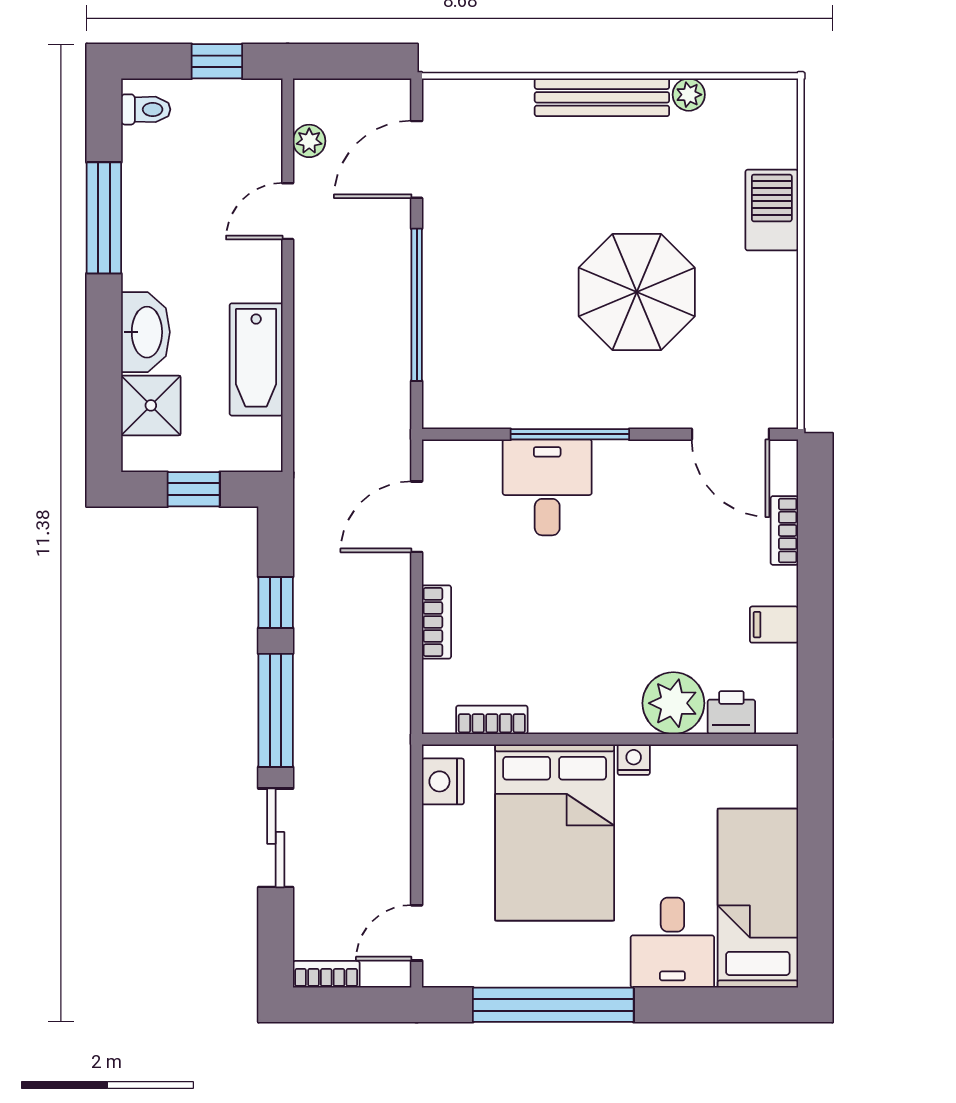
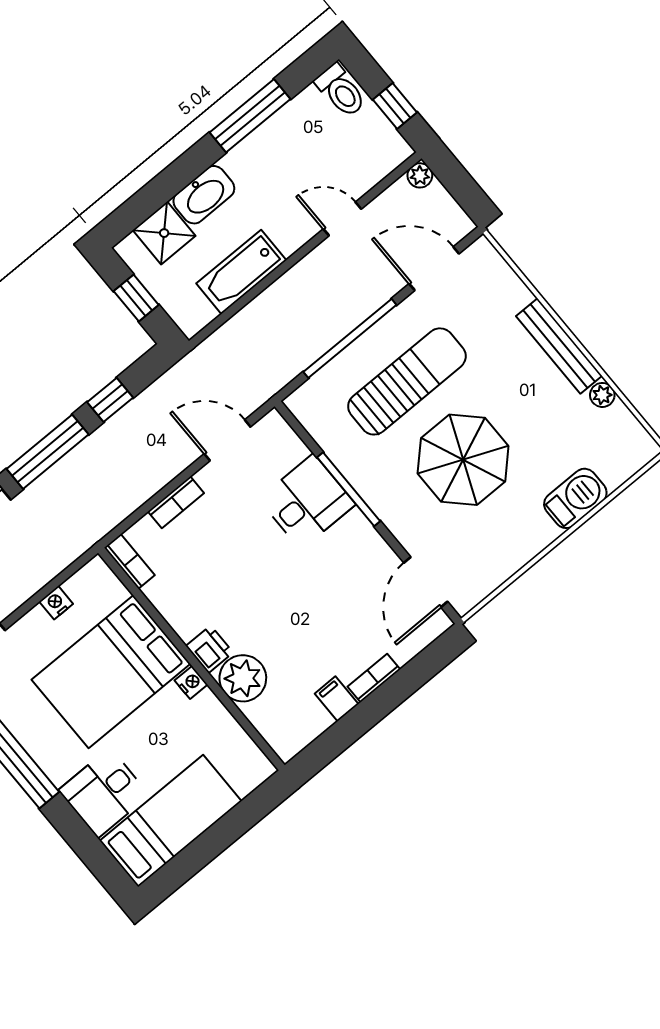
toilet: (146, 109) -> (341, 91), width x1.37, depth x1.39
plant: (309, 141) -> (420, 175), moved
sun lounger: (509, 283) -> (407, 381), added
bookcase: (784, 530) -> (374, 678), moved
printer: (731, 713) -> (209, 649), moved
bookcase: (492, 720) -> (129, 561), moved
nightstand: (443, 781) -> (56, 603), moved, width x0.72, depth x0.74

